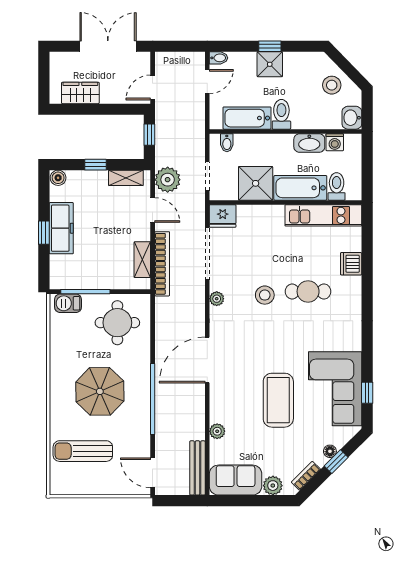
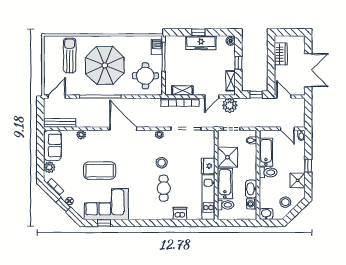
shower: (270, 64) -> (298, 180), moved
fridge: (223, 216) -> (208, 166), moved
parasol: (100, 391) -> (105, 65), width x1.36, depth x1.36

